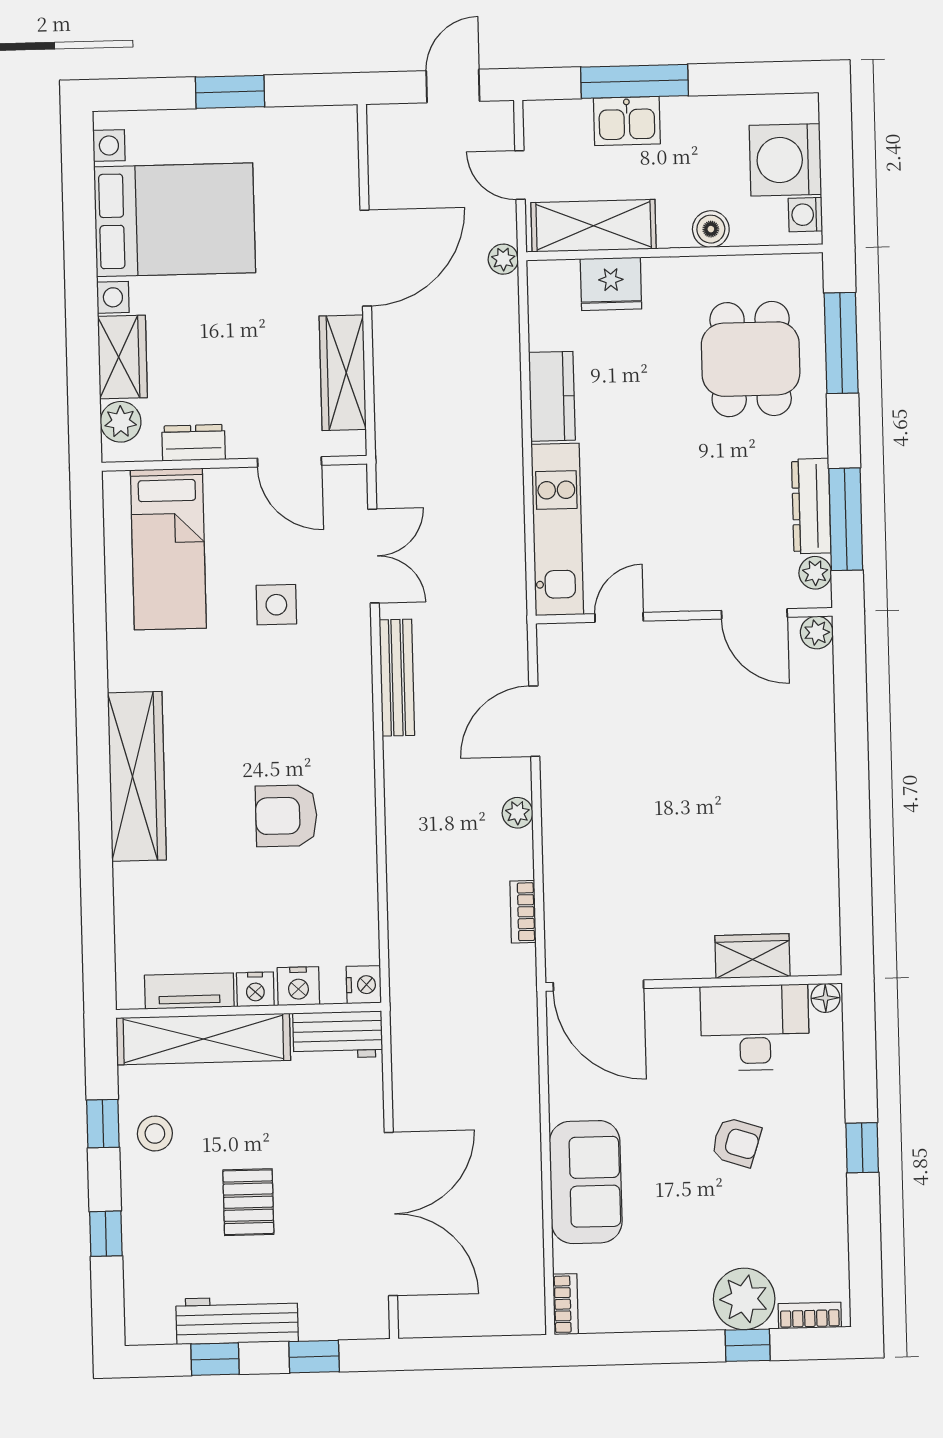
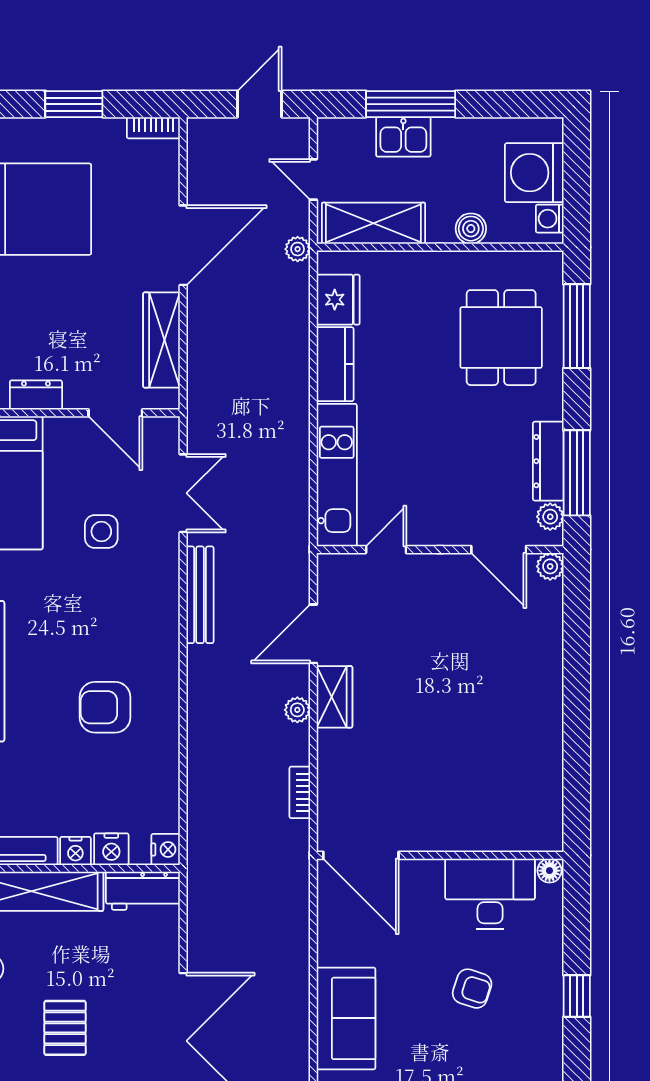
bookcase: (326, 118) -> (153, 128), added
fridge: (611, 284) -> (338, 300), moved, turned -90
wardrobe: (752, 956) -> (334, 697), moved, turned 90

